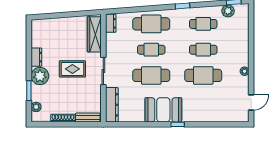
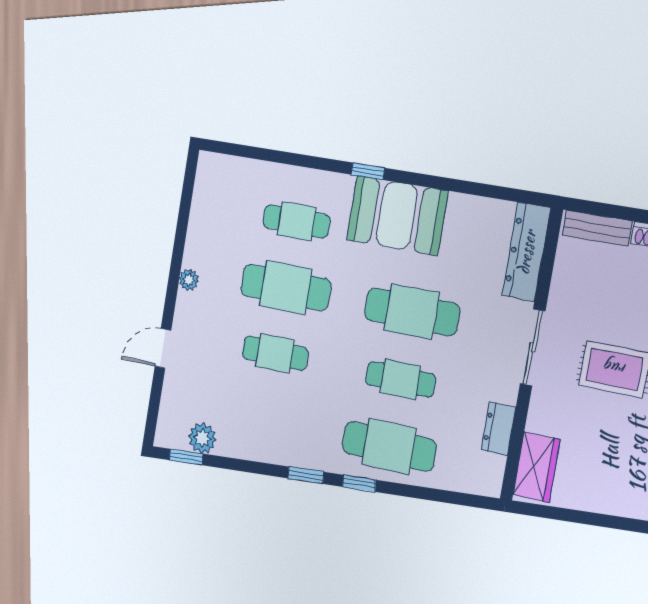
window: (161, 8) -> (359, 483), added
dresser: (111, 23) -> (498, 429), moved
cafe table: (203, 24) -> (296, 221), moved
wardrobe: (94, 34) -> (536, 467), width x0.67
door: (251, 102) -> (163, 348), moved

